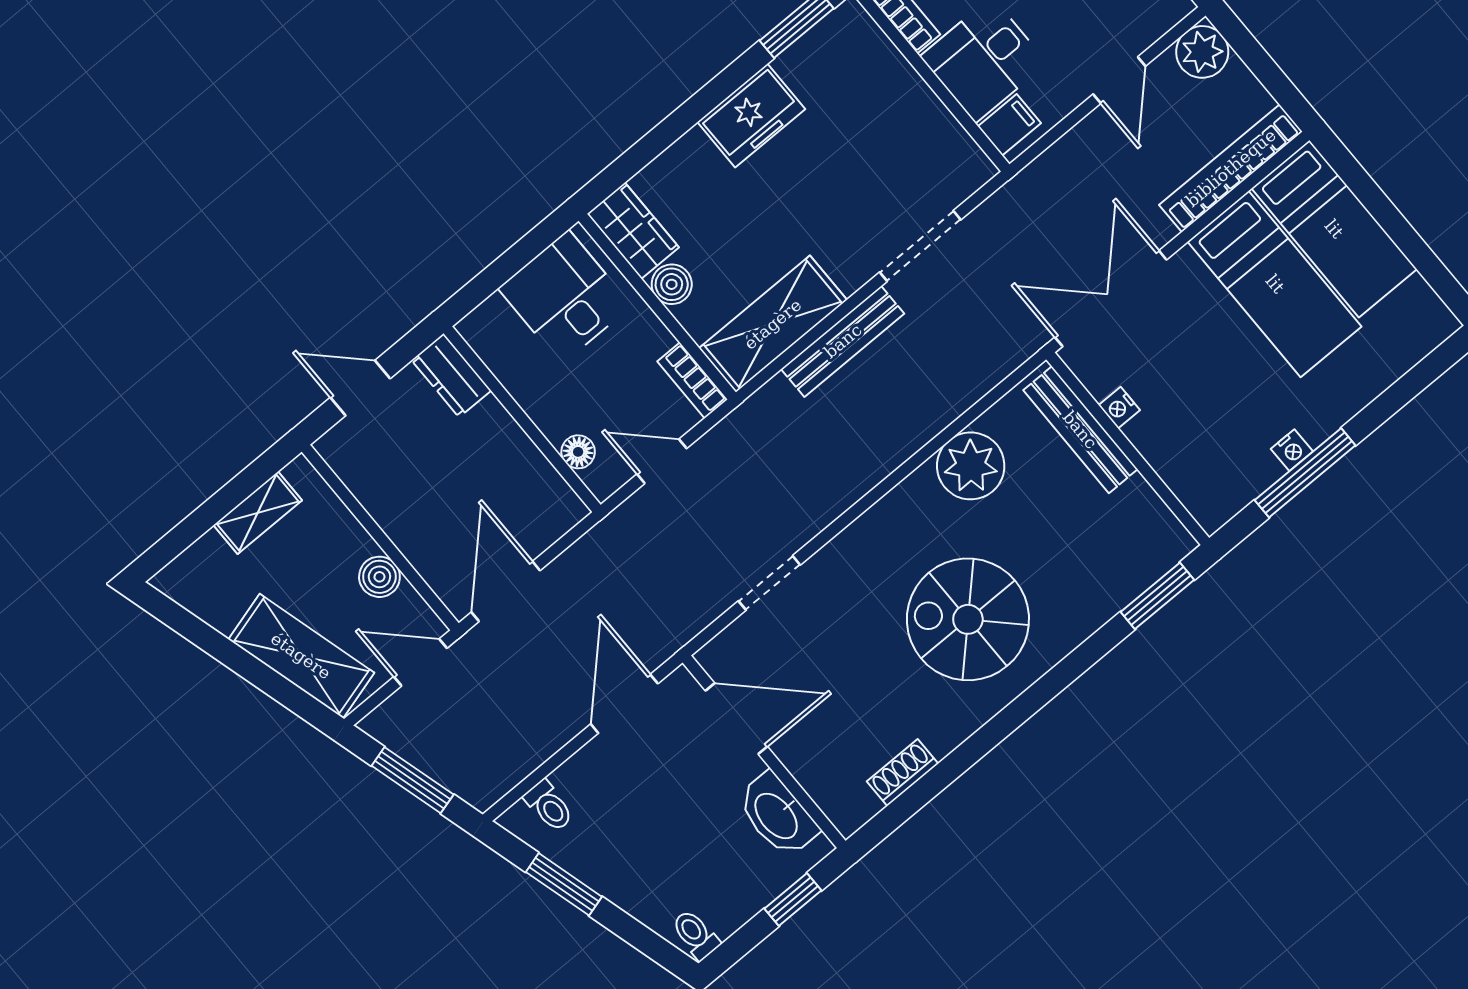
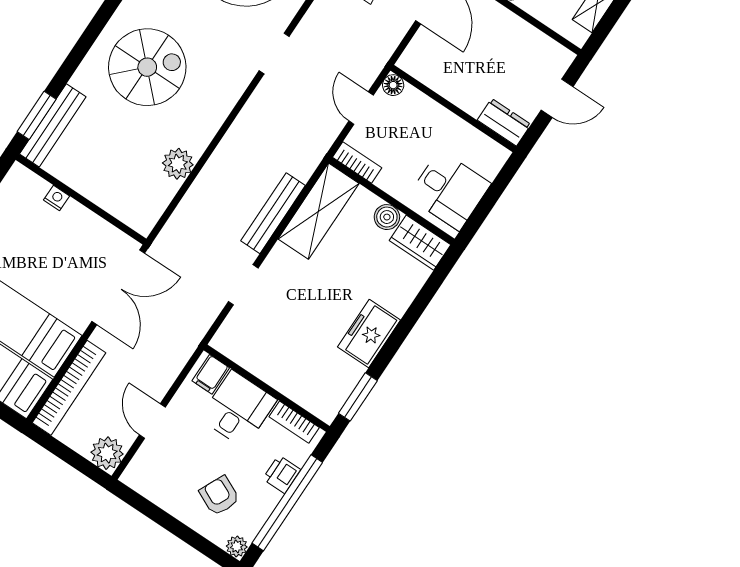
doorway: (920, 246) -> (243, 285), width x0.73
nightstand: (1119, 408) -> (57, 198), moved
bench: (1080, 430) -> (53, 125), moved, turned 90
floor lamp: (578, 452) -> (393, 85), moved
door: (662, 461) -> (361, 108), swing flipped
plant: (971, 466) -> (178, 164), width x0.73, depth x0.73

